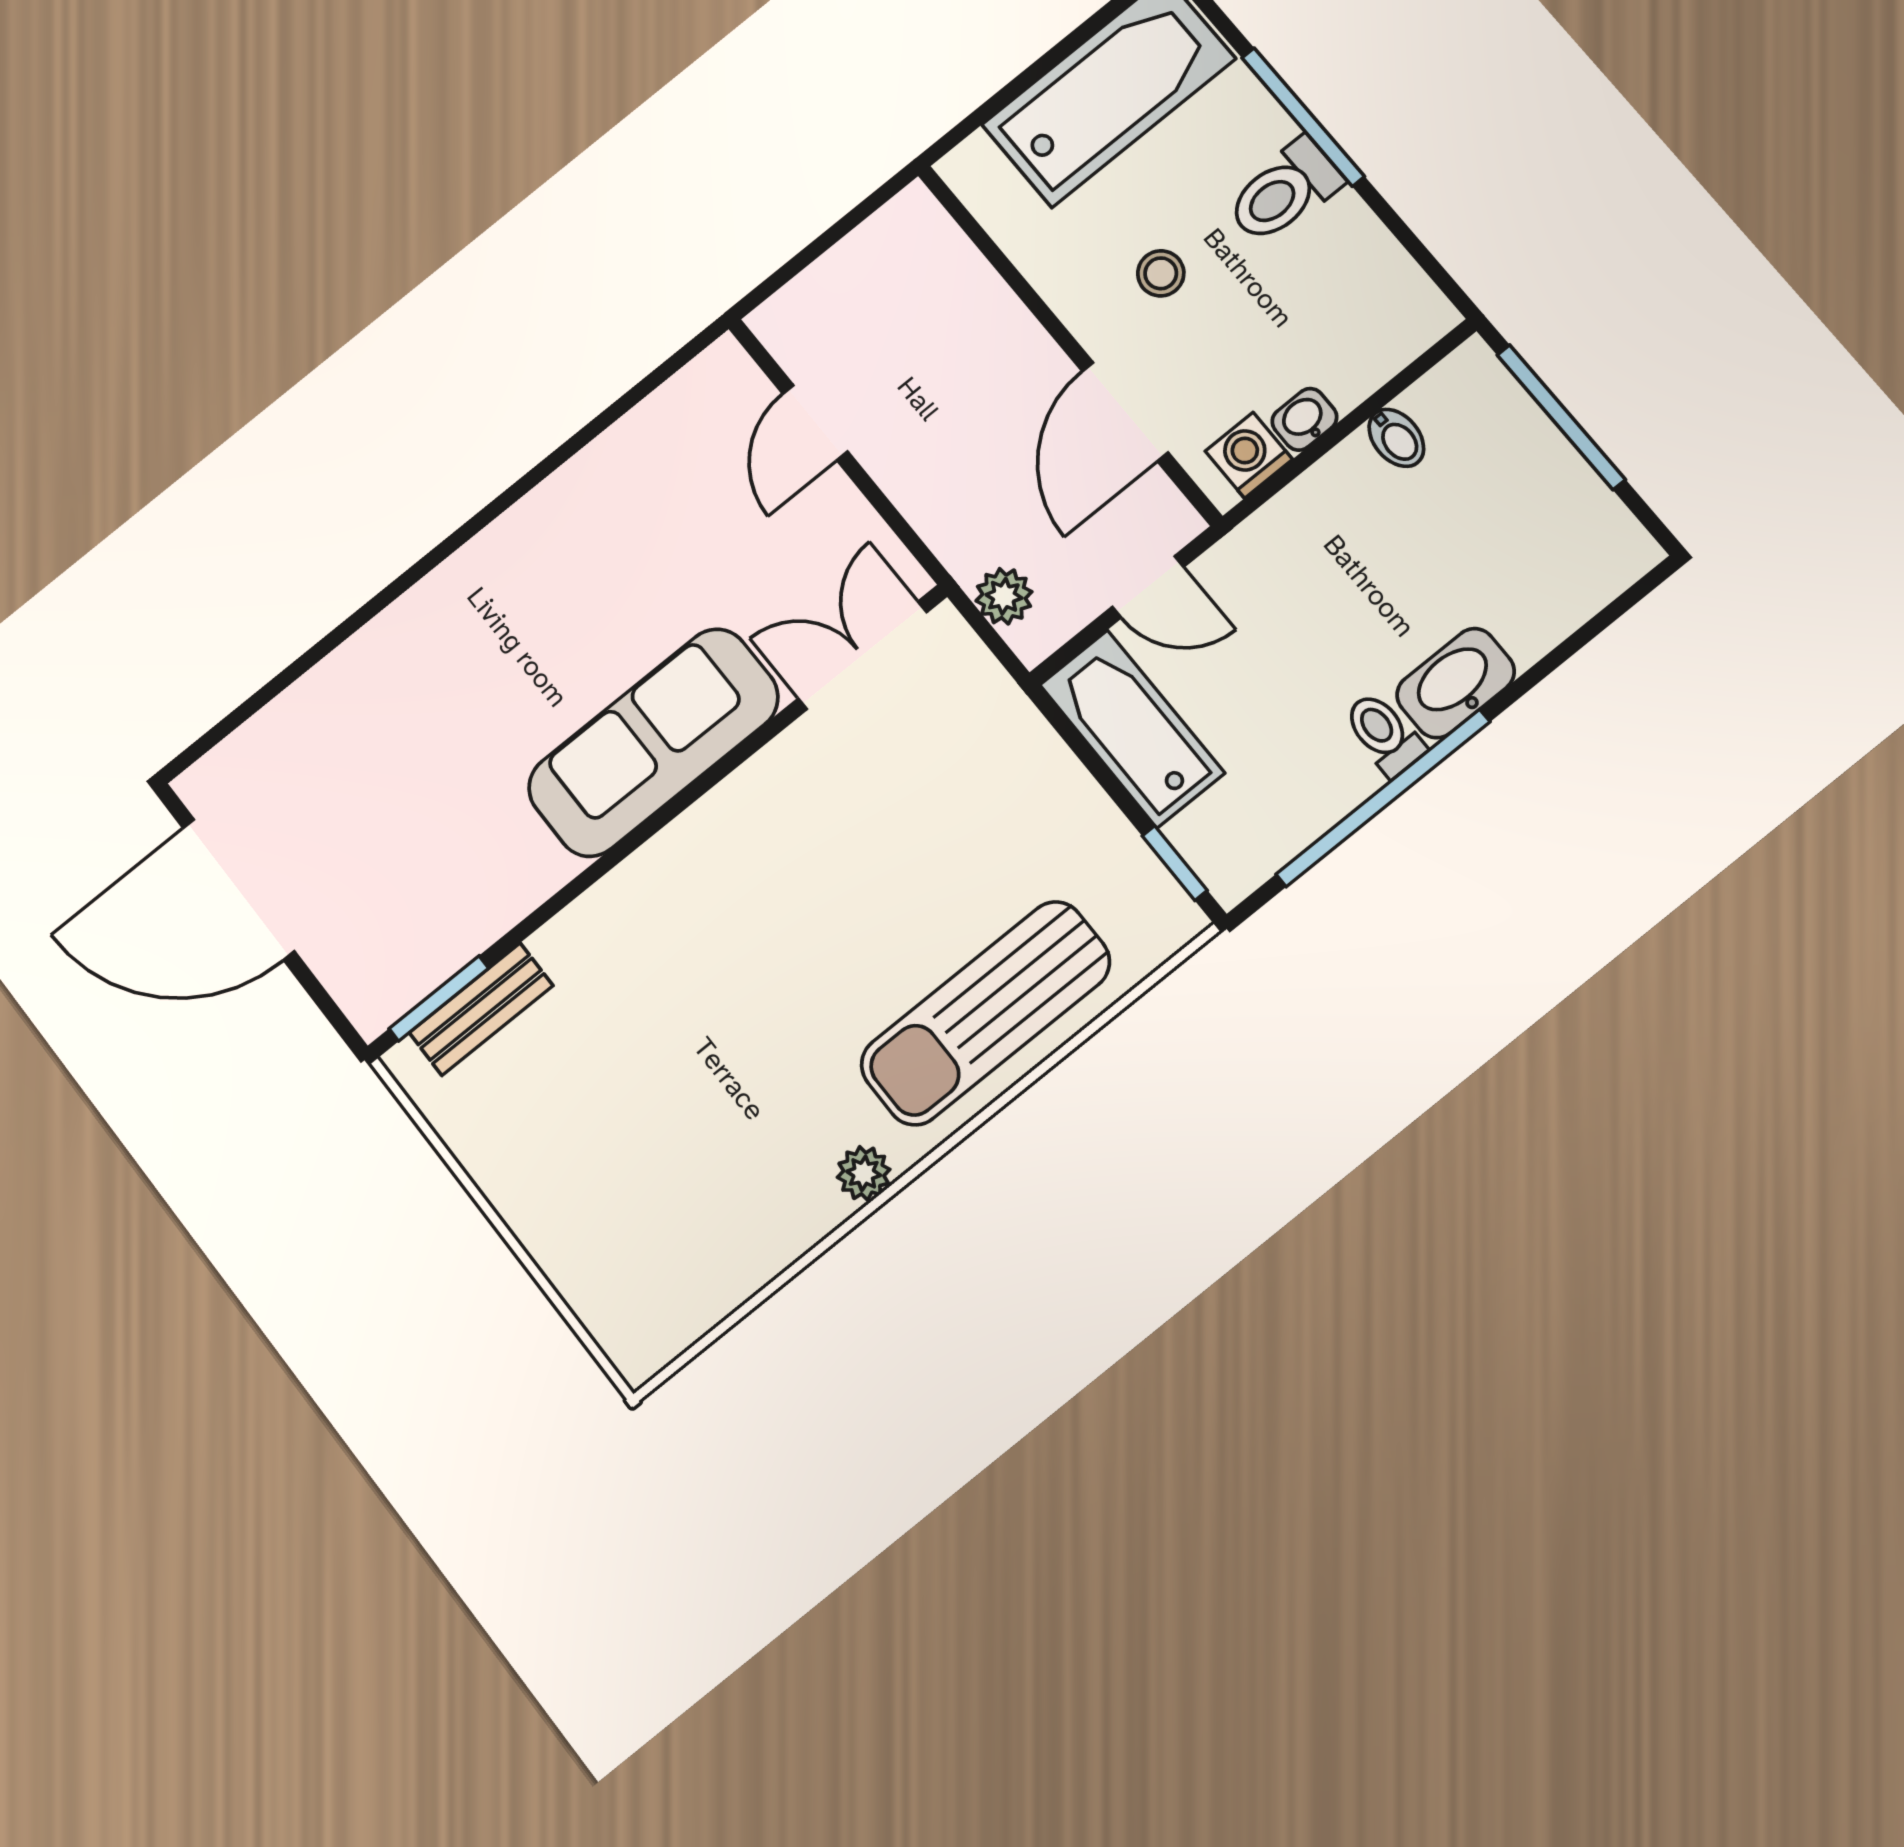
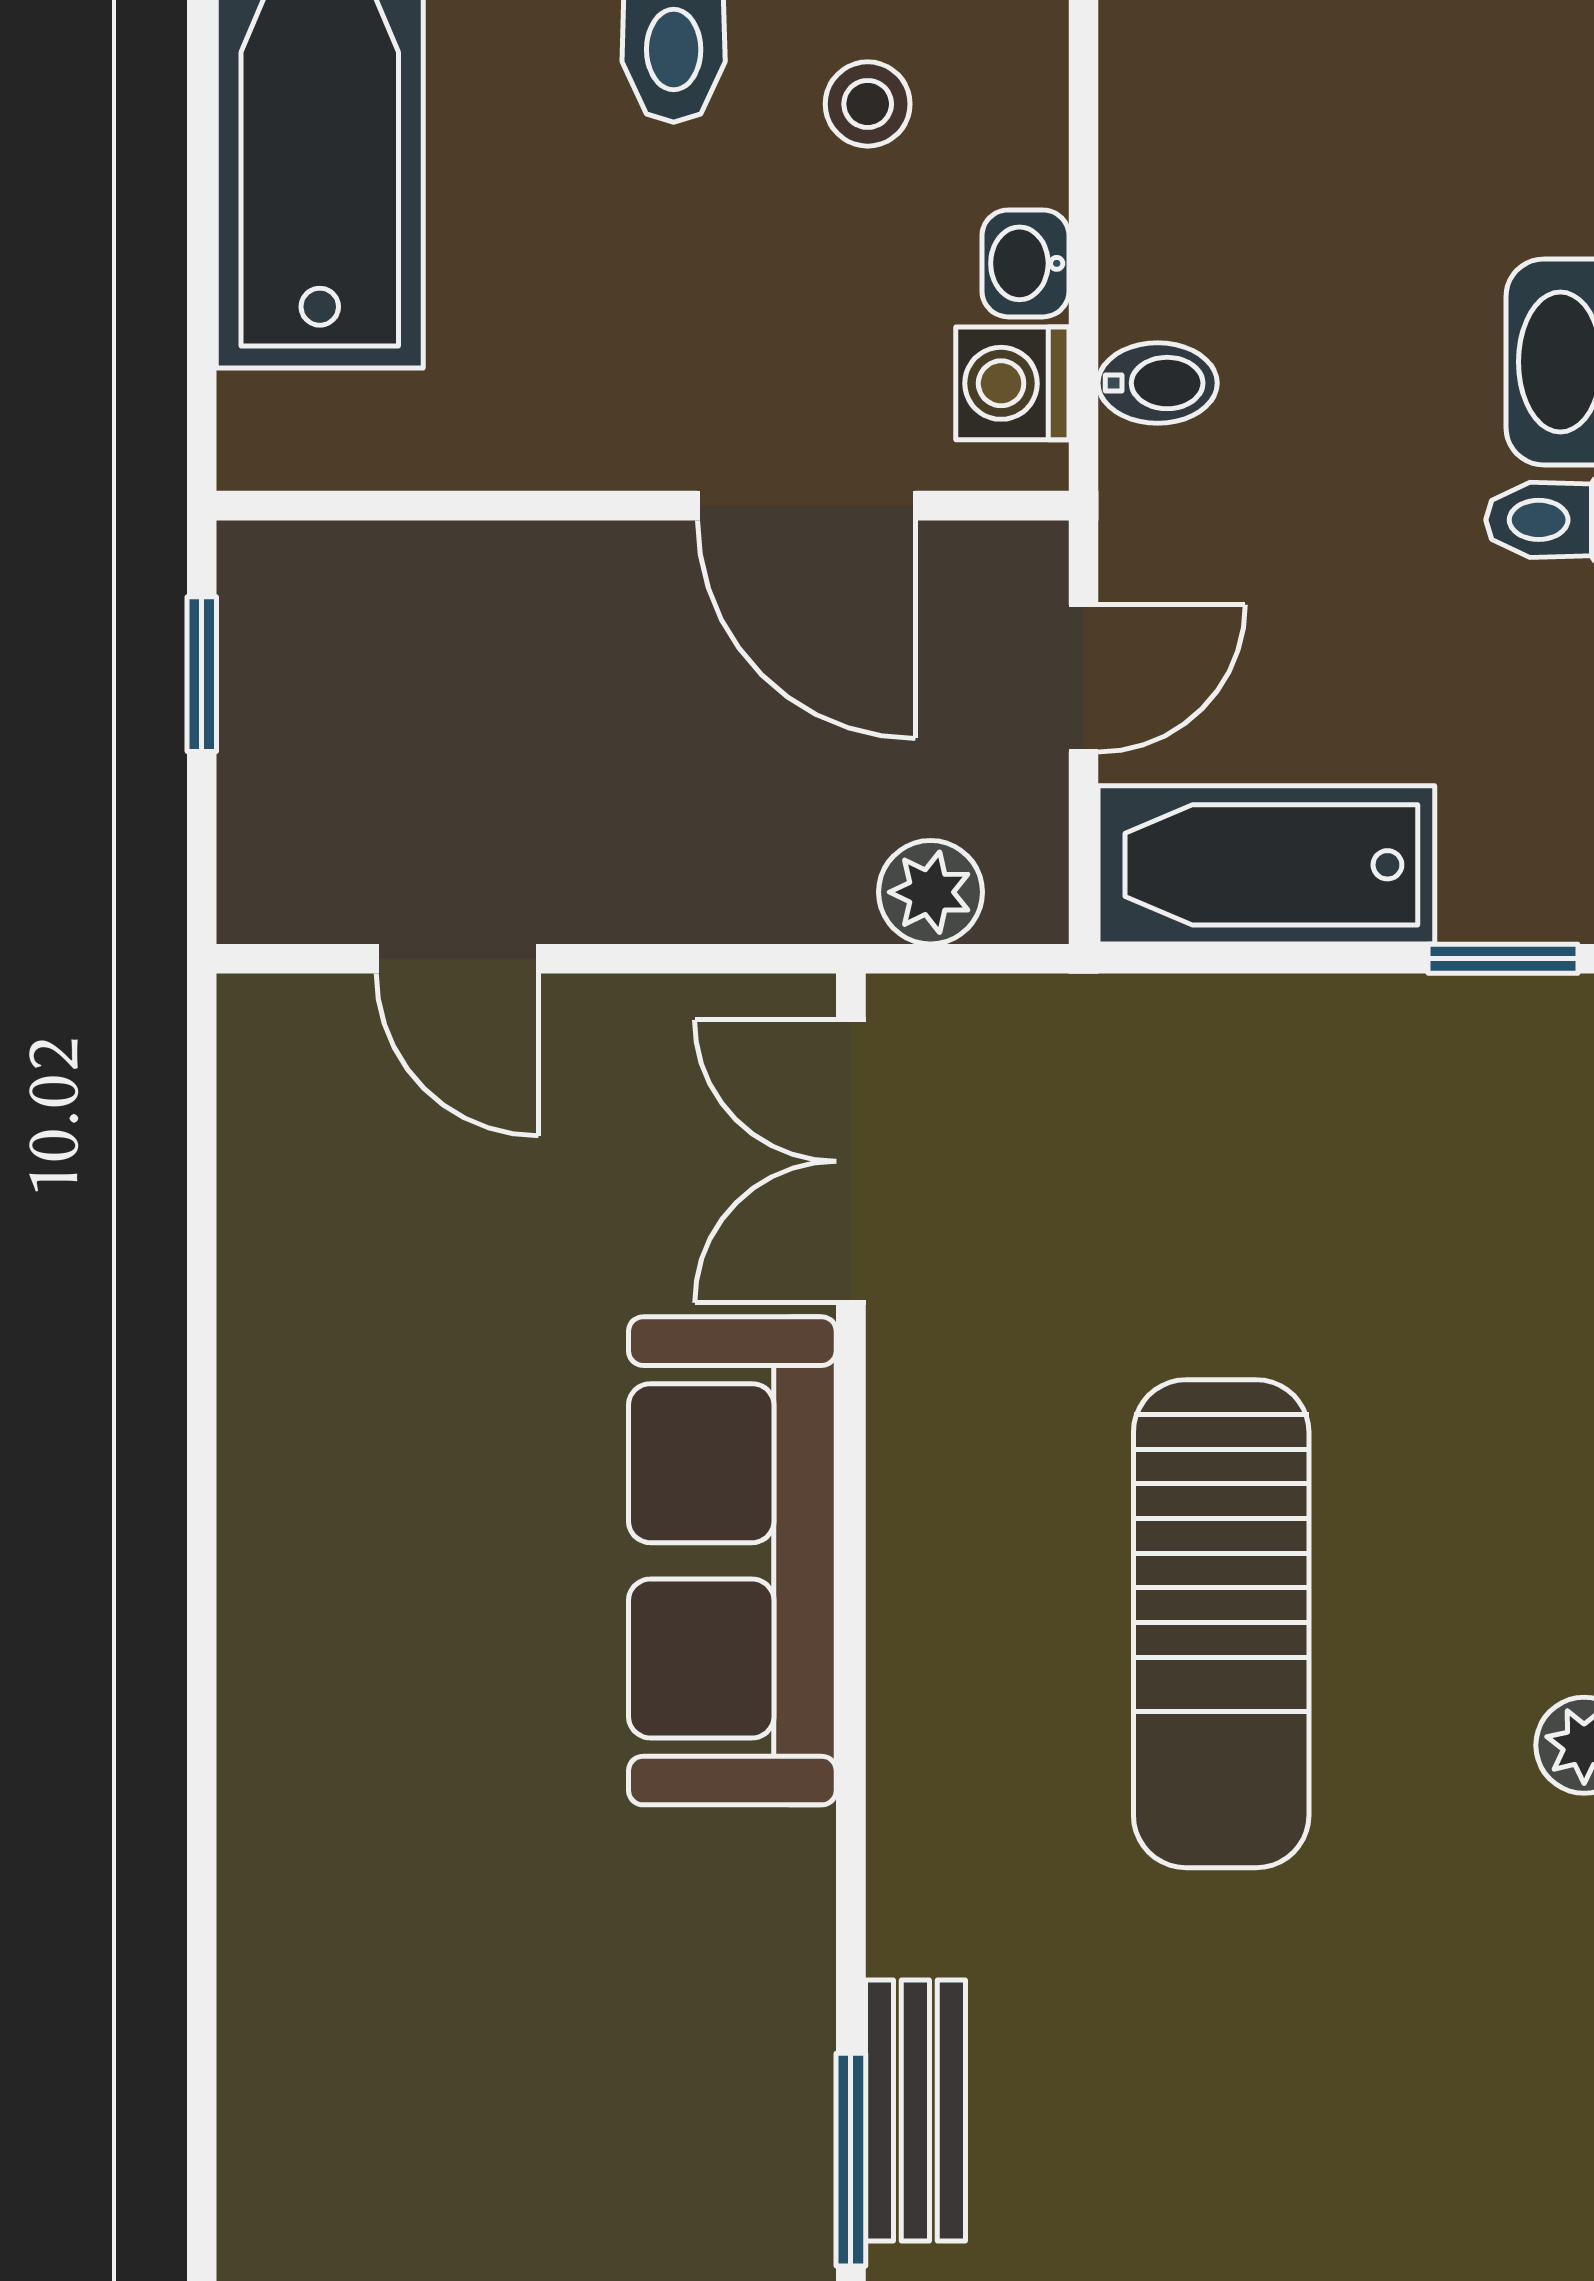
window: (849, 222) -> (202, 674), added
stool: (1161, 273) -> (868, 104), moved
bidet: (1396, 438) -> (1158, 383), moved
sun lounger: (985, 1013) -> (1221, 1624), moved

